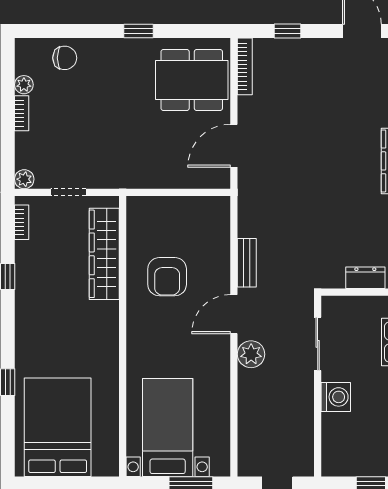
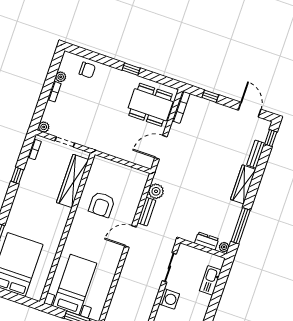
plant: (251, 354) -> (156, 191), moved

